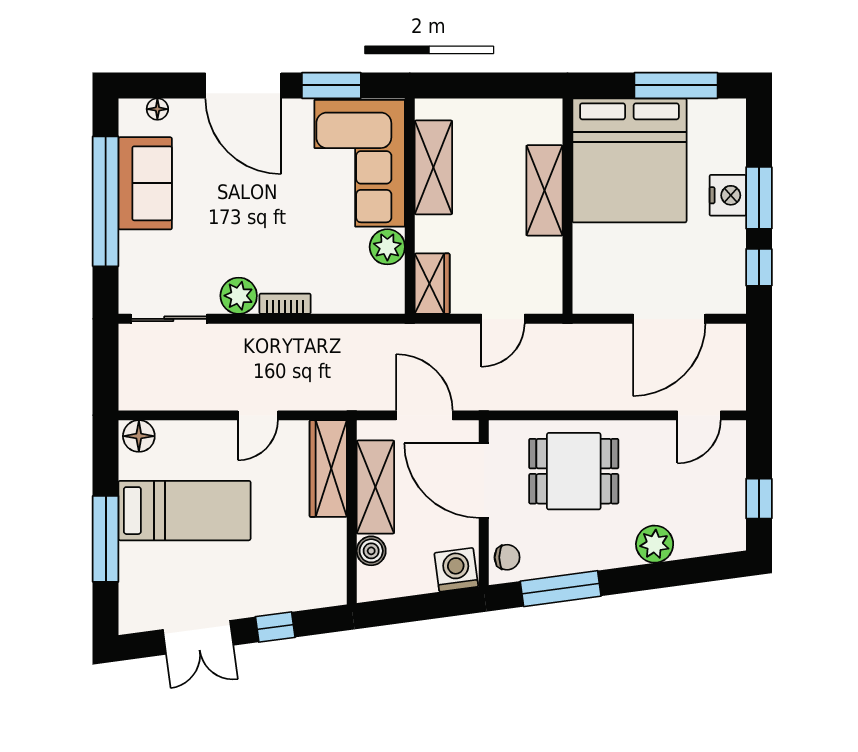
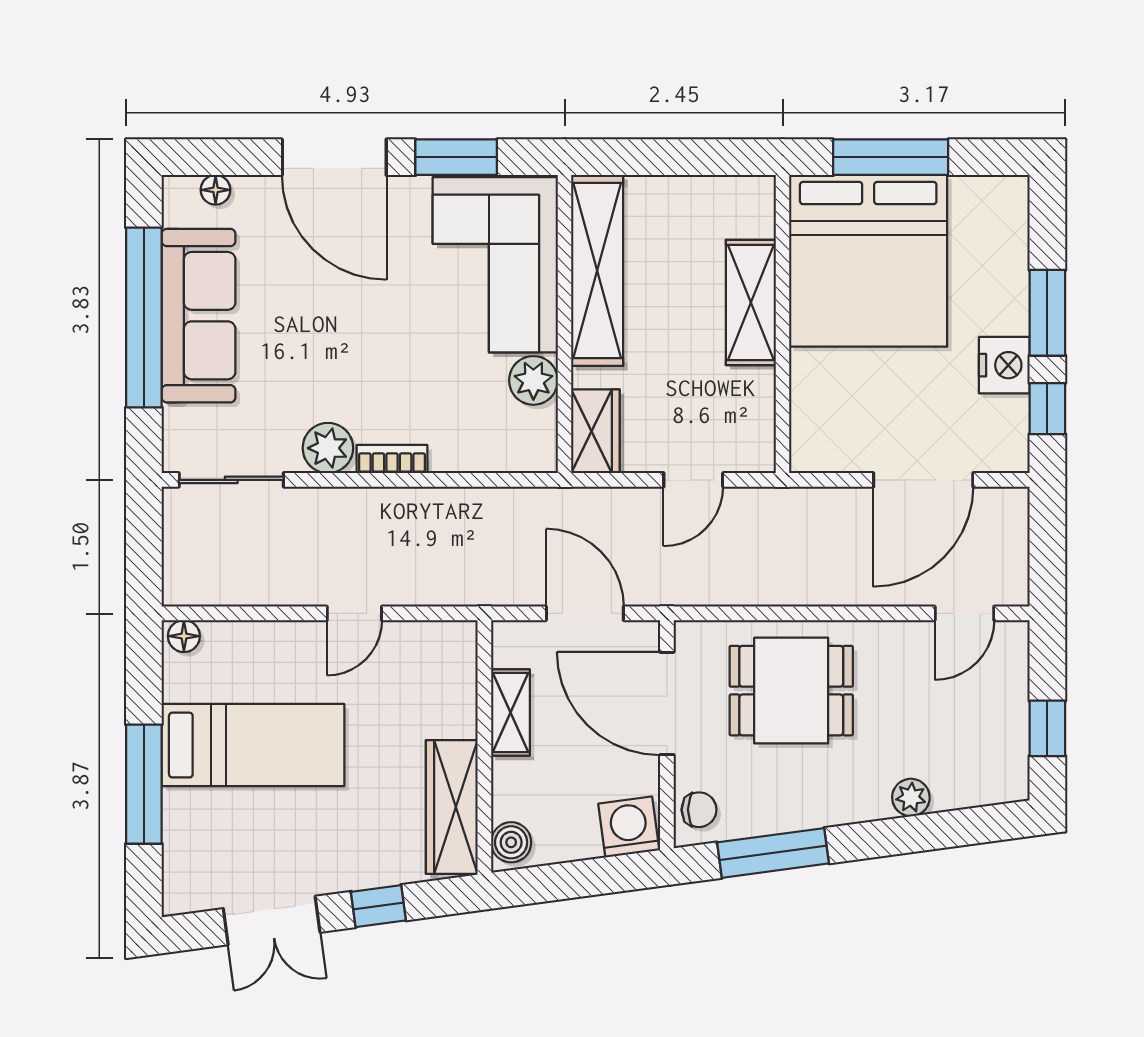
window: (676, 85) -> (891, 157), moved
shelving: (433, 167) -> (597, 271), width x1.47
sofa: (145, 183) -> (199, 316), width x1.36
nightstand: (728, 195) -> (1004, 365), moved
floor lamp: (139, 436) -> (184, 636), width x0.73, depth x0.73
wardrobe: (328, 469) -> (452, 807), moved
shelving: (375, 487) -> (510, 713), width x0.67, depth x0.75
plant: (655, 544) -> (911, 797), width x0.73, depth x0.73
boiler: (371, 551) -> (511, 842), moved

